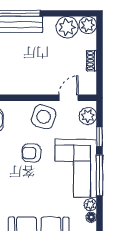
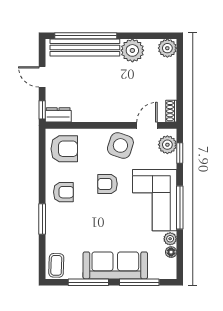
plant: (67, 27) -> (132, 50), moved
shoe rack: (91, 61) -> (171, 111), moved
window: (100, 137) -> (180, 153), moved

